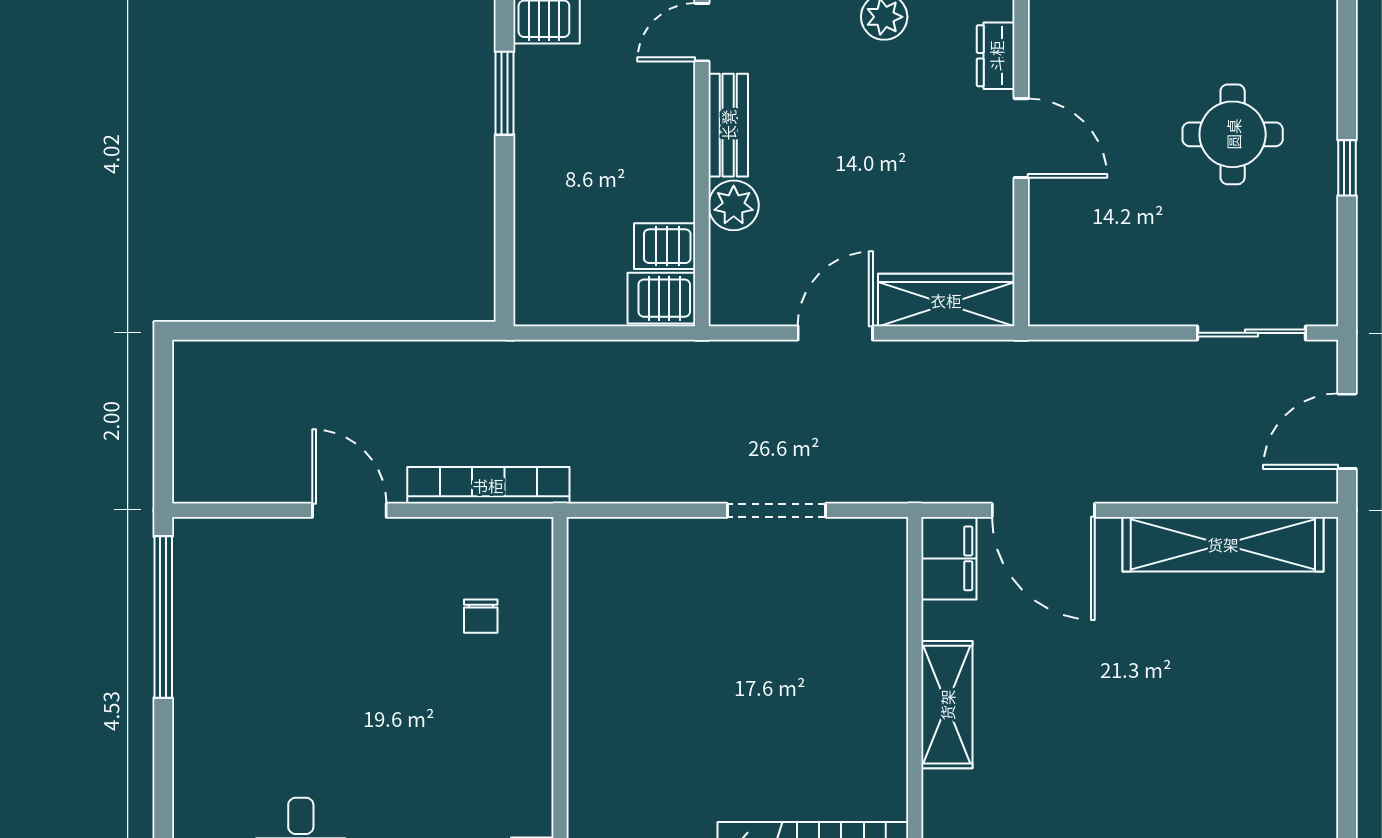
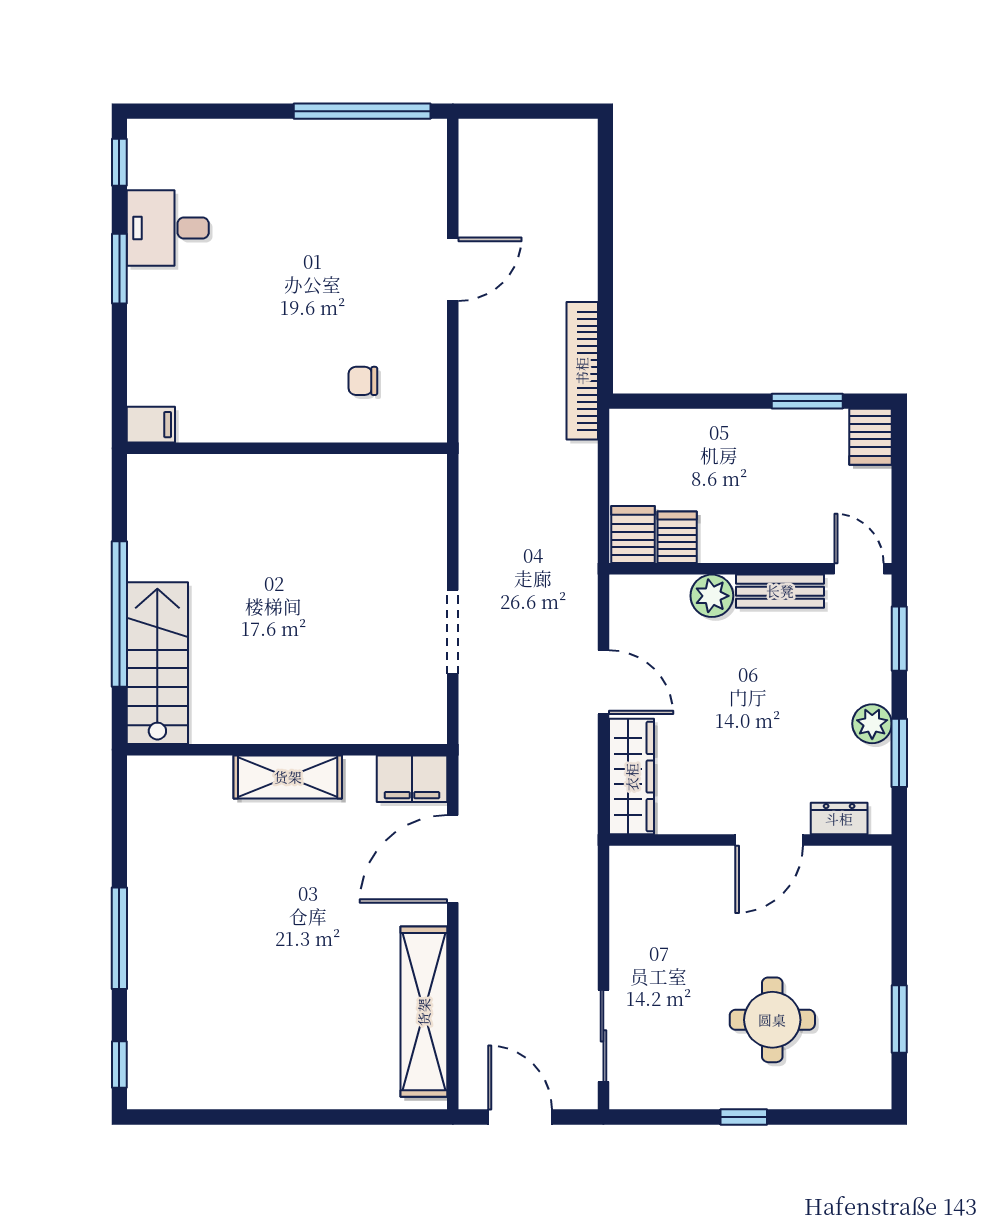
bookcase: (488, 485) -> (582, 371), moved, turned 180

